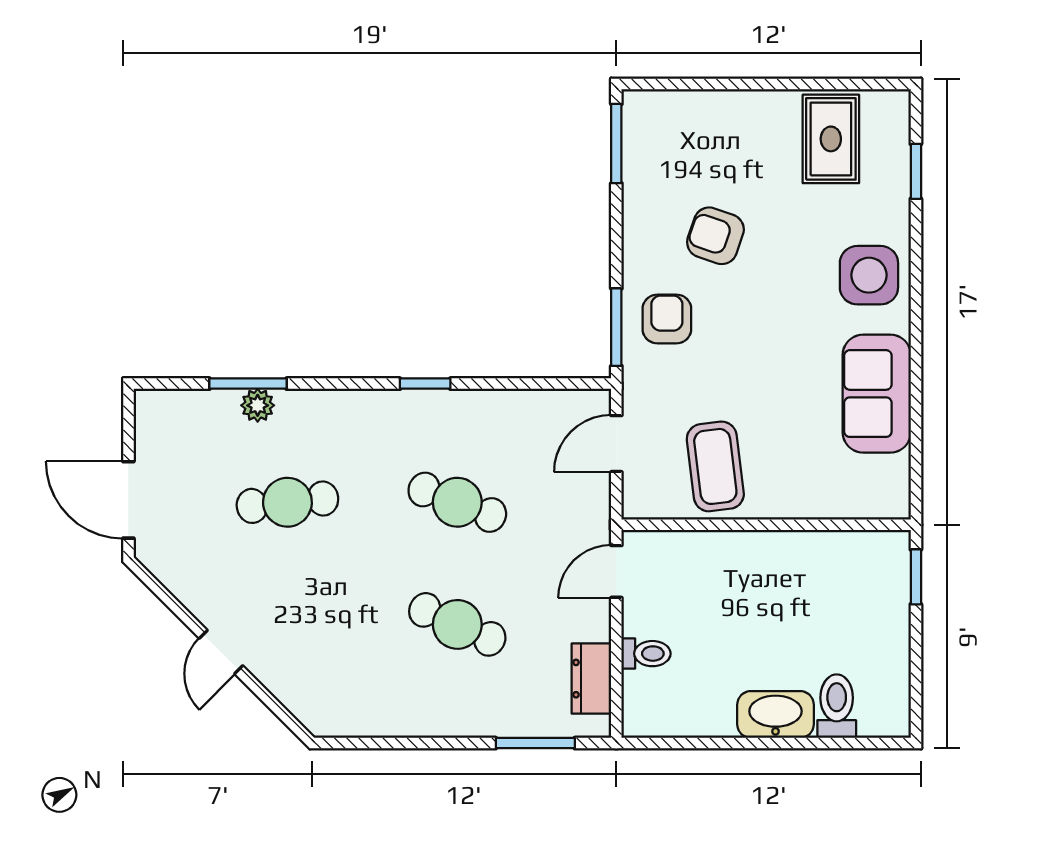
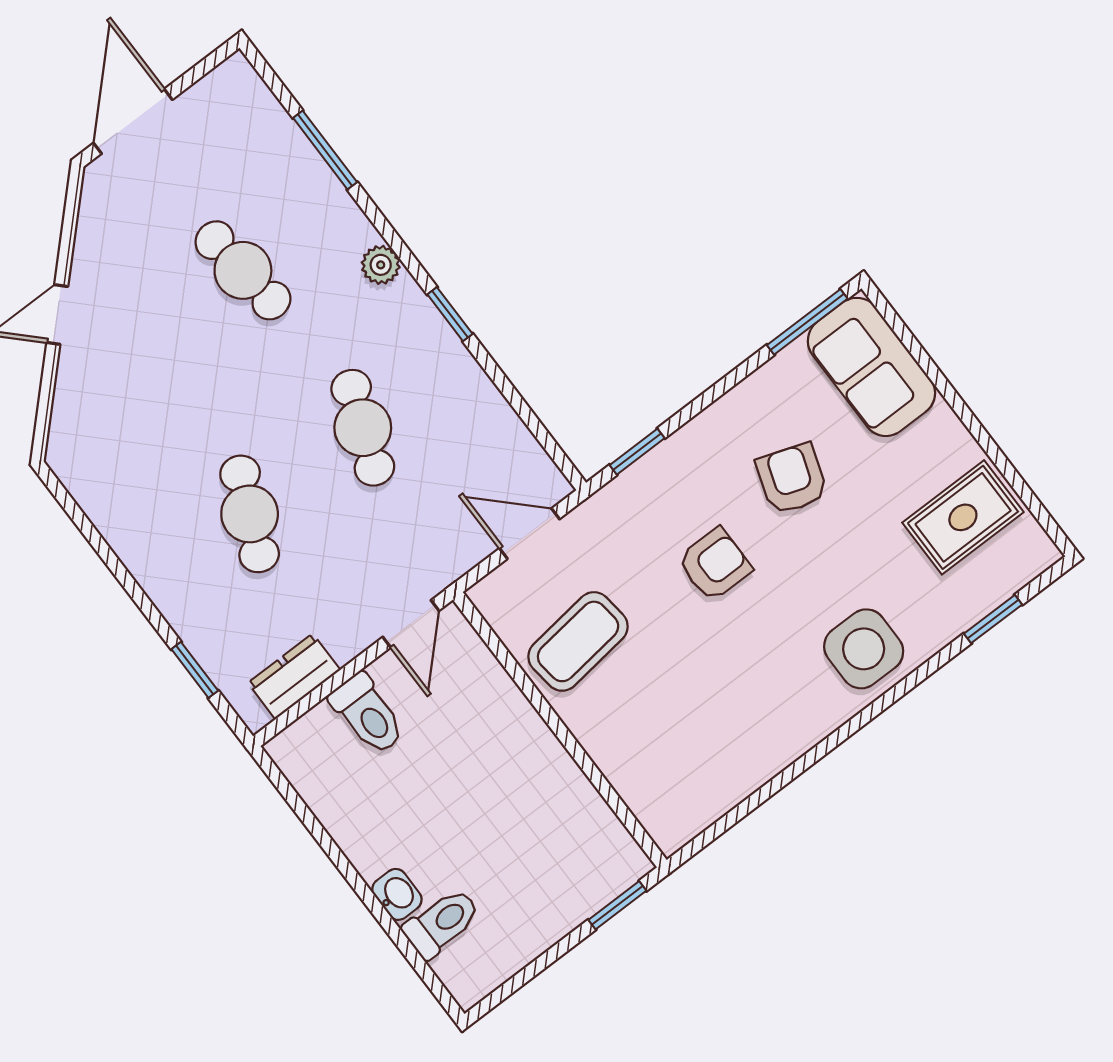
armchair: (667, 319) -> (715, 564), moved
window: (616, 327) -> (637, 452), width x0.67
sofa: (877, 394) -> (871, 367), moved, turned -90
plant: (258, 405) -> (381, 265), moved
door: (616, 571) -> (411, 624), swing flipped
toilet: (646, 654) -> (368, 714), width x1.37, depth x1.39
washbasin: (776, 715) -> (397, 894), width x0.52, depth x0.69
window: (535, 743) -> (195, 670), width x0.67

